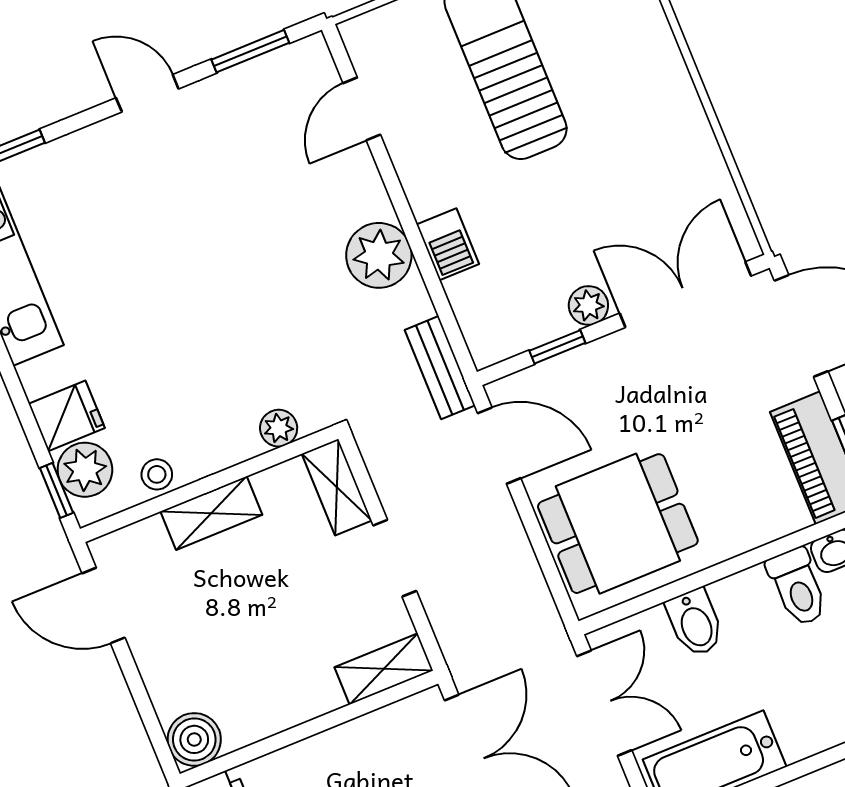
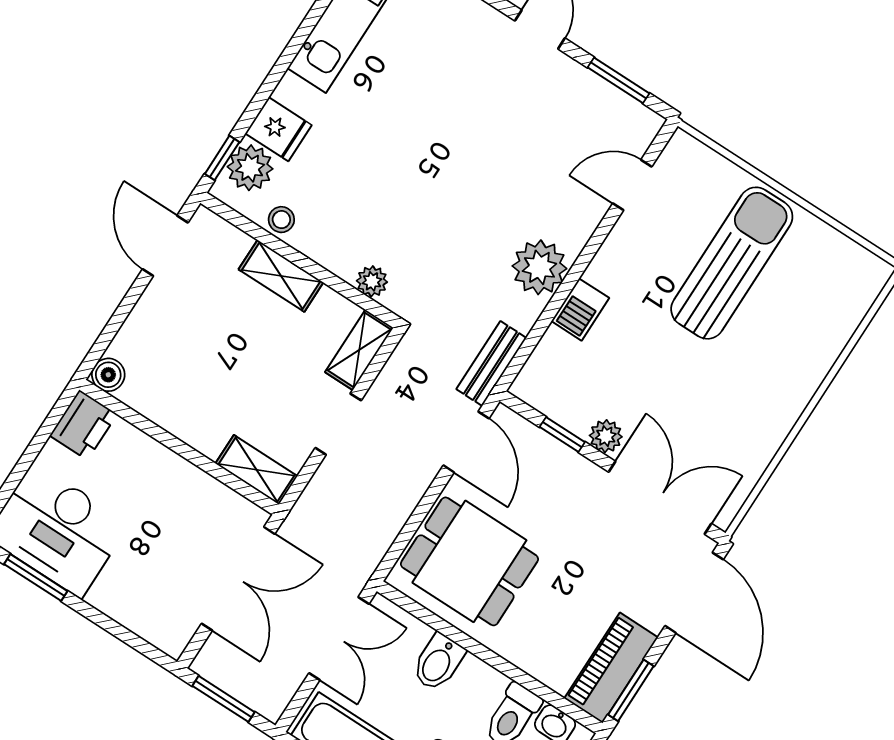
boiler: (194, 739) -> (108, 375), width x0.73, depth x0.73

